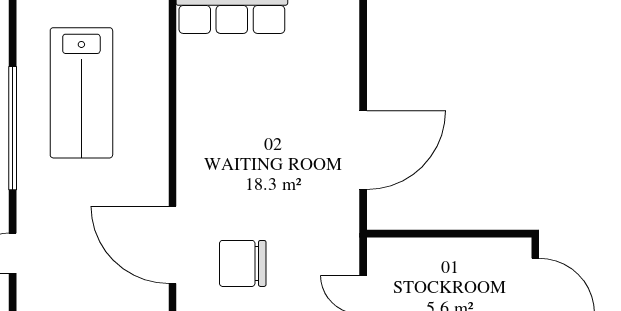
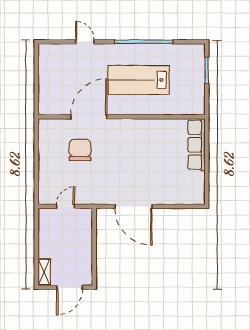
lab bench: (81, 93) -> (139, 80), moved

